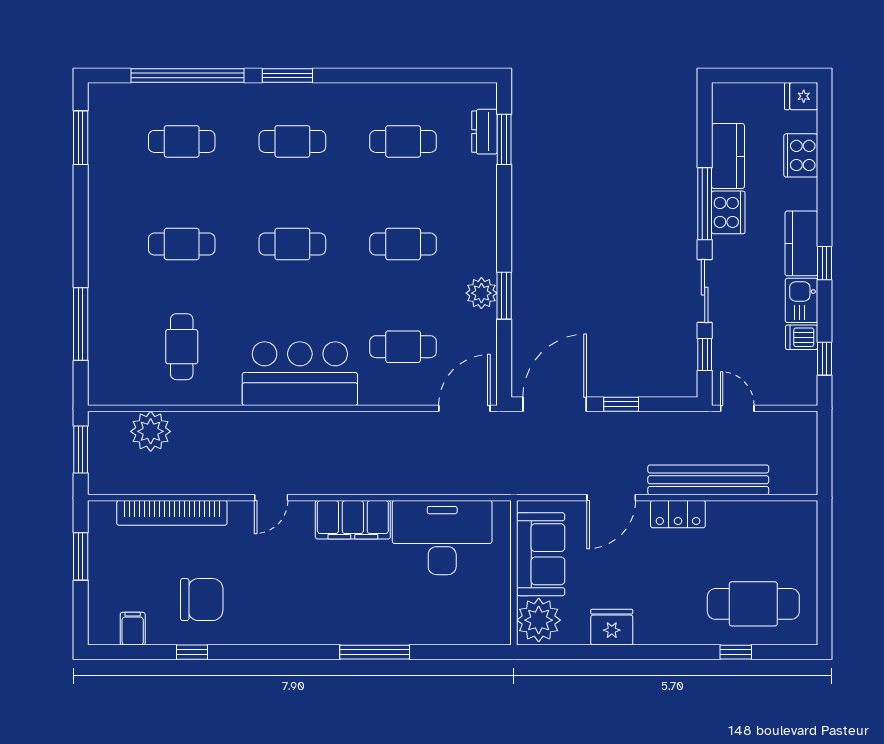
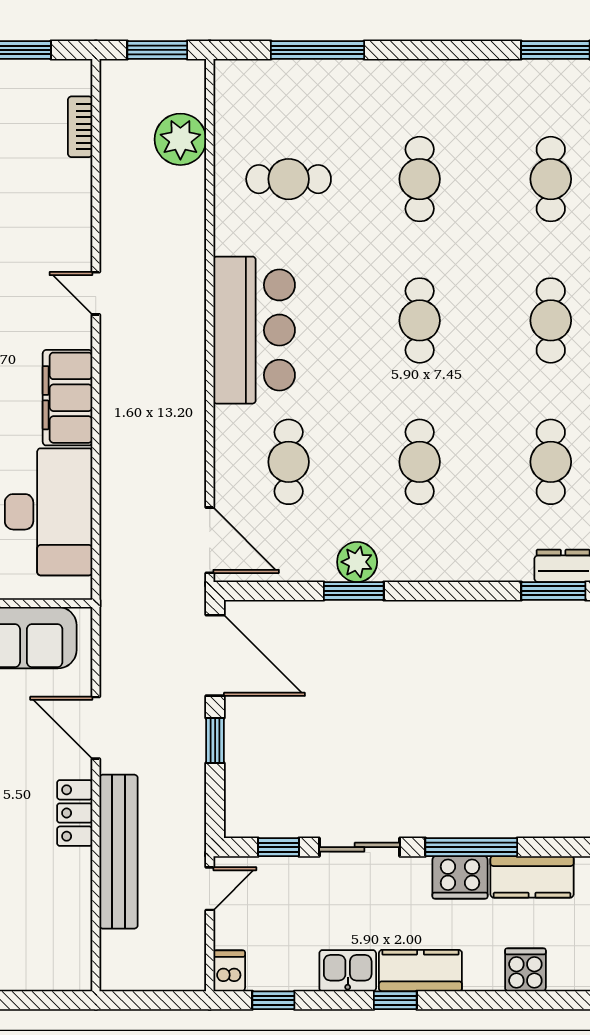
cooker: (801, 155) -> (525, 970), width x0.73
dishwasher: (802, 337) -> (229, 971), moved
bookcase: (172, 513) -> (80, 127), width x0.43, depth x0.76

